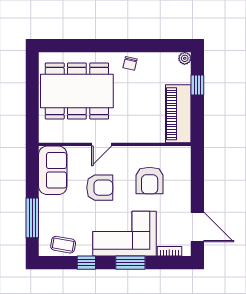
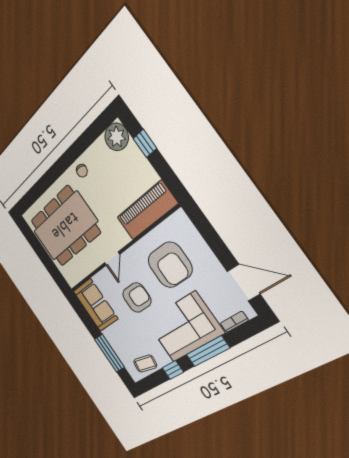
plant: (185, 58) -> (117, 137), width x1.88, depth x1.88
piano: (178, 114) -> (147, 211), moved, turned 90
armchair: (150, 180) -> (170, 265), width x1.36, depth x1.36
window: (130, 263) -> (208, 351), width x1.44

